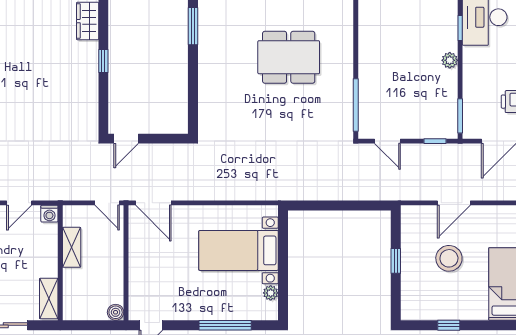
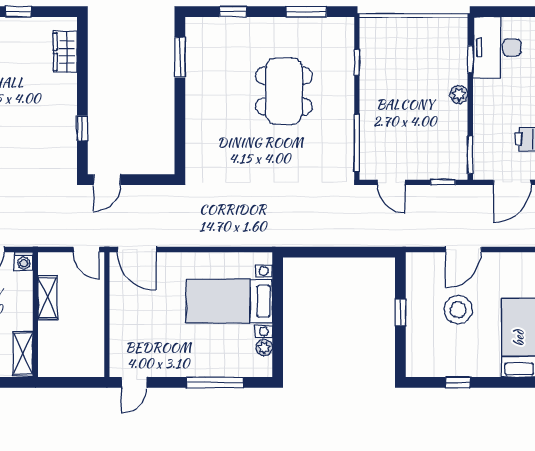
window: (356, 31) -> (357, 62), added
dining table: (289, 57) -> (284, 91), turned 90
window: (103, 61) -> (82, 128), moved
boiler: (116, 312) -> (96, 368), removed

